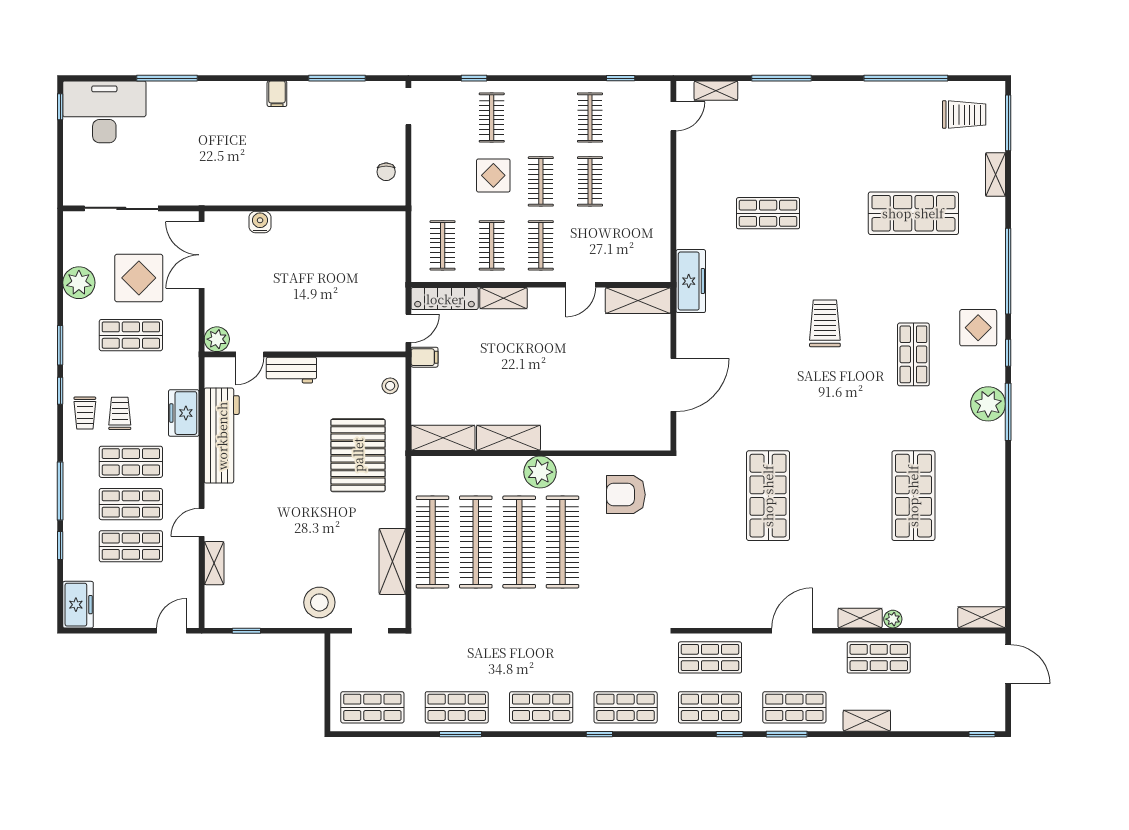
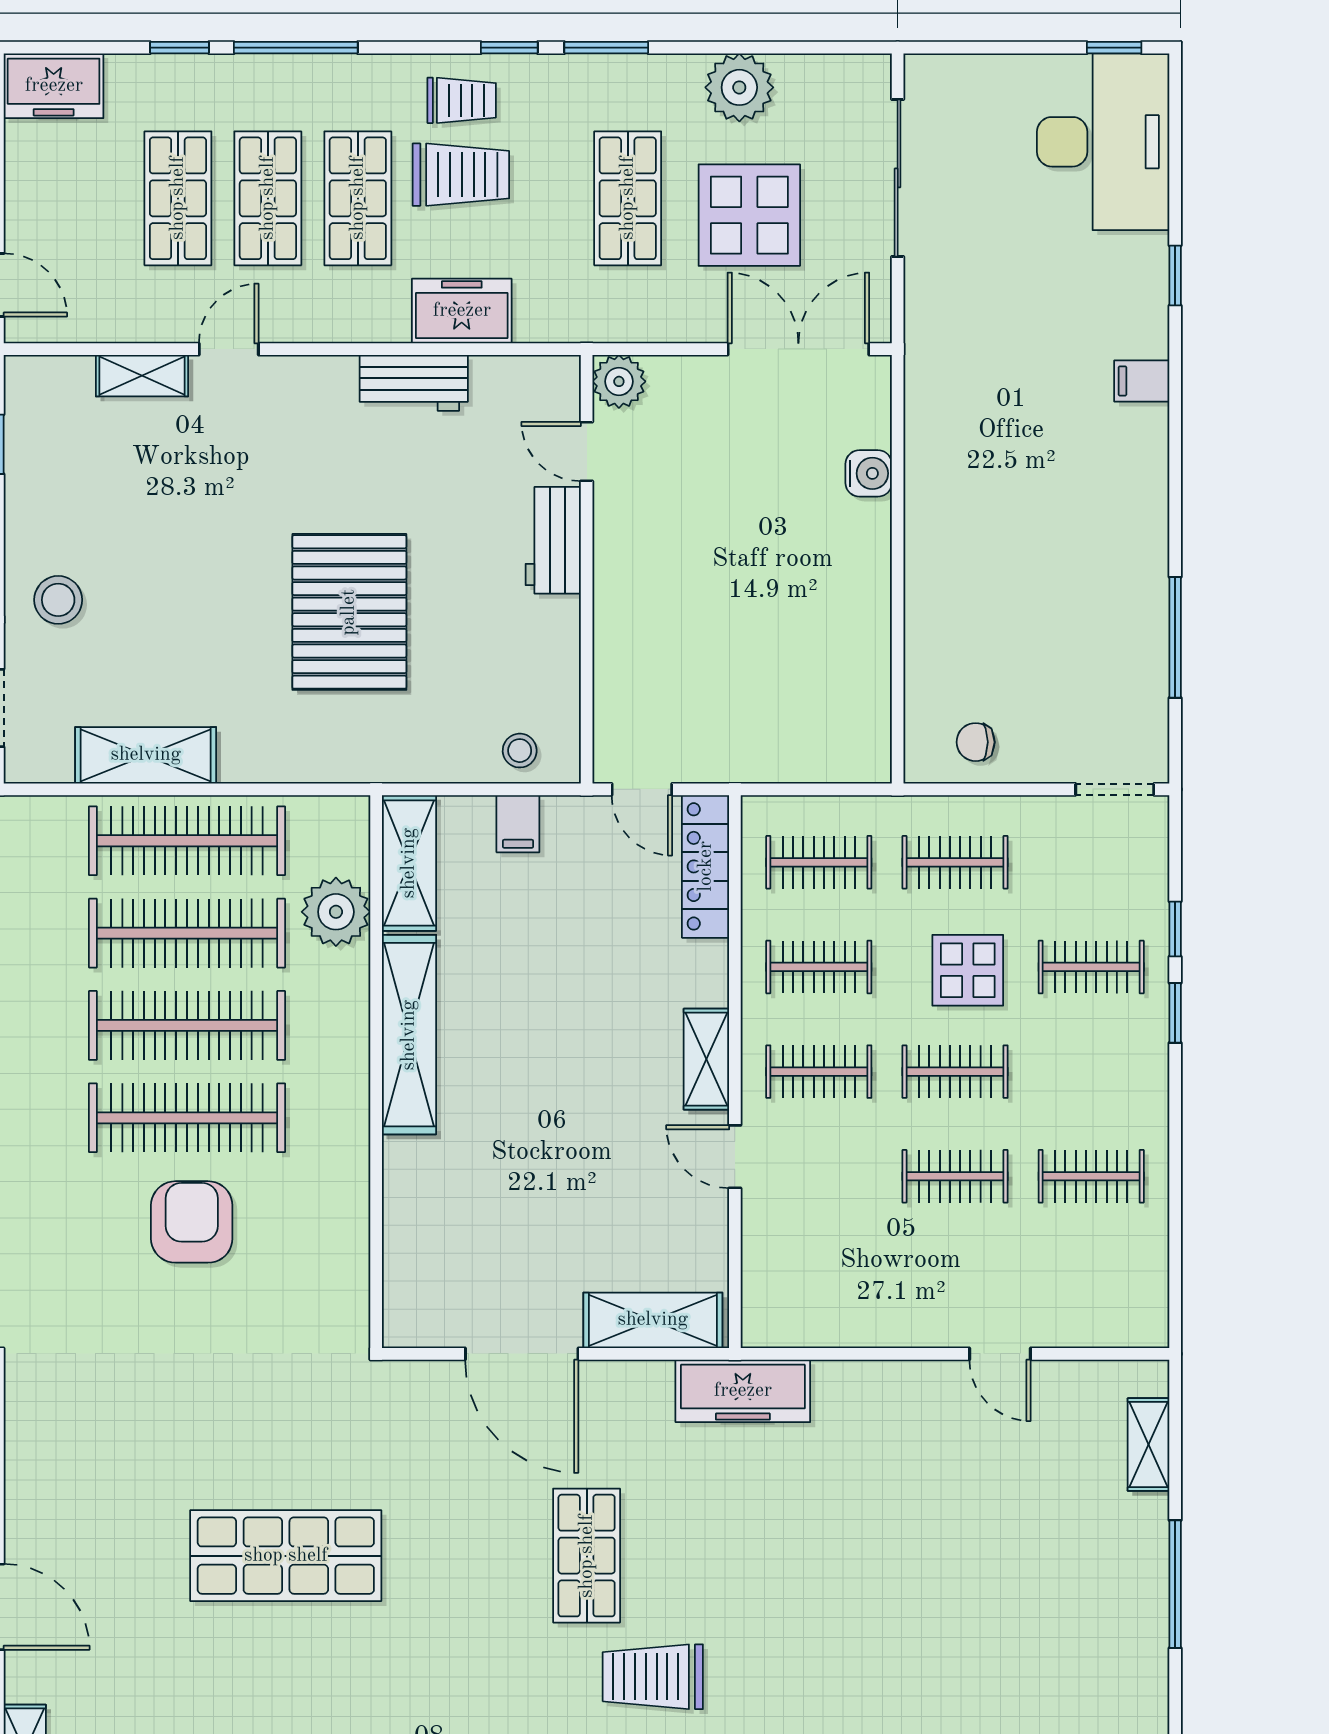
window: (167, 78) -> (1175, 275), width x0.46
window: (621, 78) -> (1175, 1013), moved
filing cabinet: (277, 94) -> (1142, 381), moved
door: (673, 116) -> (1000, 1354), moved
clothes rail: (443, 181) -> (955, 862), added
shop shelf: (768, 213) -> (587, 1556), moved
shelving: (504, 298) -> (706, 1059), moved
shelving: (638, 301) -> (653, 1320), moved, turned 90
trolley: (825, 323) -> (653, 1677), turned 180
filing cabinet: (424, 357) -> (518, 824), moved
trolley: (85, 413) -> (462, 100), turned 180
trolley: (120, 413) -> (461, 175), width x1.36, depth x1.39
workbench: (222, 436) -> (414, 383), width x0.53, depth x0.76
shelving: (509, 438) -> (409, 1035), width x1.47
pallet: (358, 455) -> (349, 612), moved, turned 90
plant: (540, 472) -> (336, 912), moved
armchair: (626, 495) -> (192, 1222), moved
door: (202, 522) -> (229, 349), hinge flipped
stool: (319, 602) -> (58, 600), width x0.73, depth x0.73

